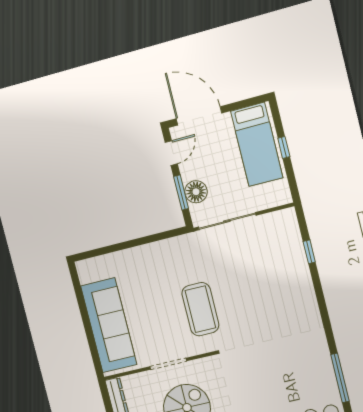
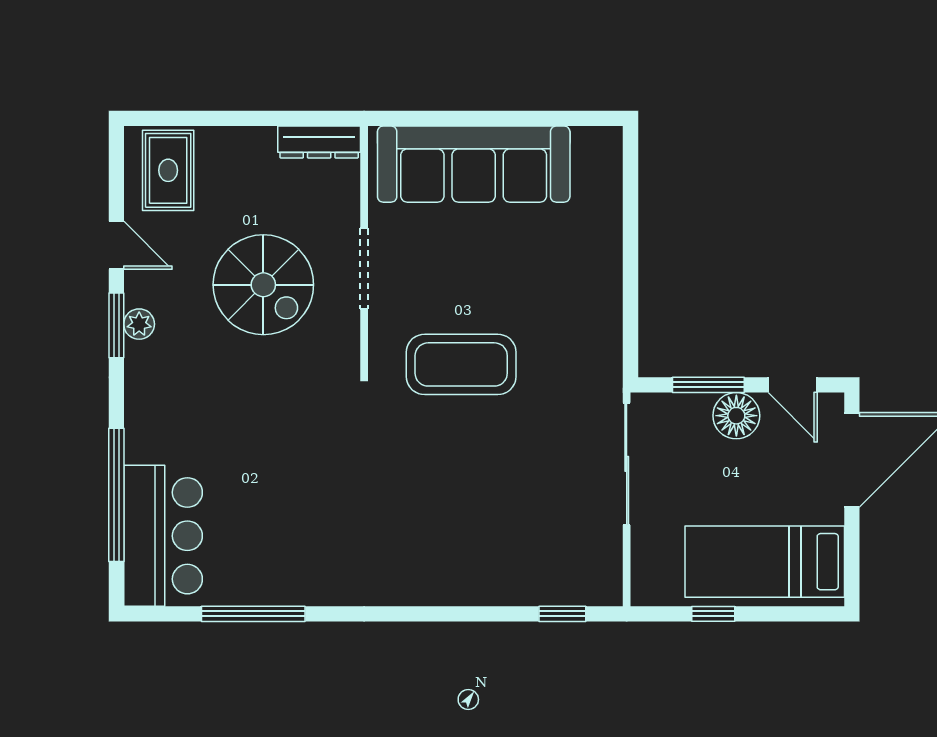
window: (284, 147) -> (713, 614), moved
floor lamp: (196, 192) -> (736, 416), moved
window: (309, 252) -> (562, 614), moved

